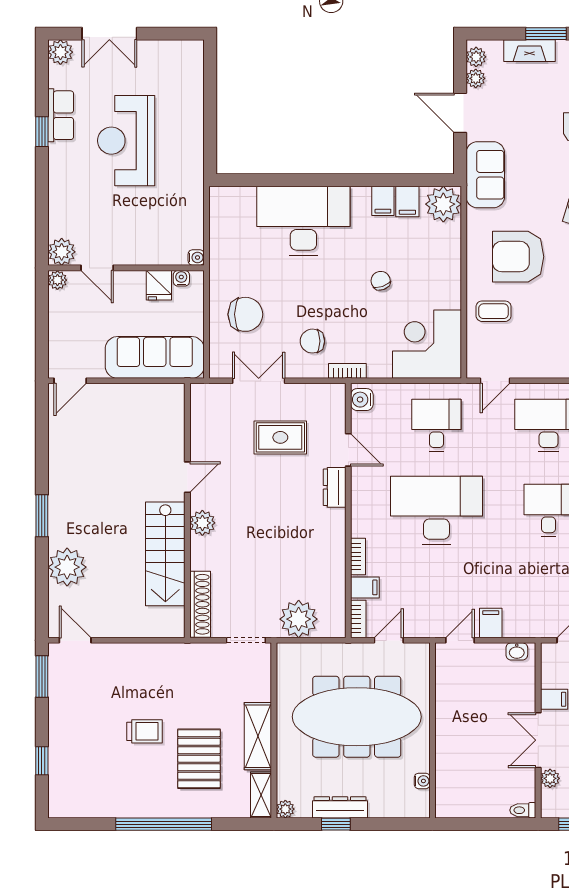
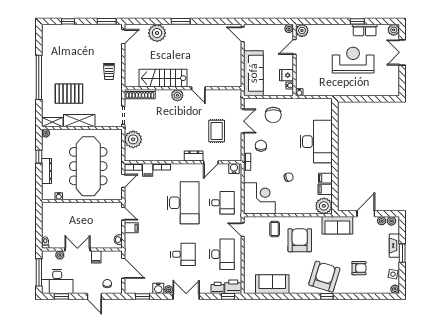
door: (389, 640) -> (123, 181), hinge flipped
trolley: (145, 731) -> (109, 71), moved
dresser: (340, 807) -> (47, 171), moved

